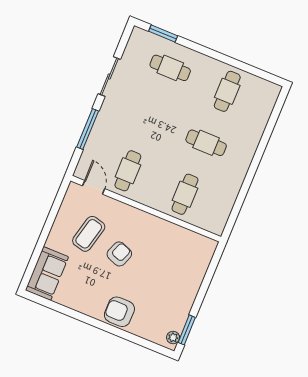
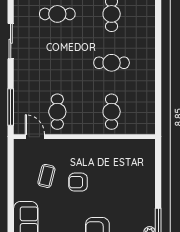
window: (88, 129) -> (11, 107), moved
coffee table: (89, 234) -> (46, 176), width x0.73, depth x0.77
armchair: (119, 254) -> (78, 182), turned -111

